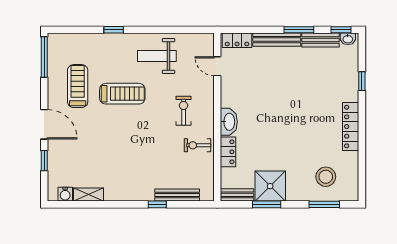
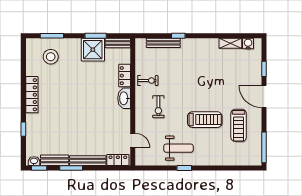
window: (114, 30) -> (184, 168), moved
treadmill: (122, 94) -> (205, 120), turned 180

